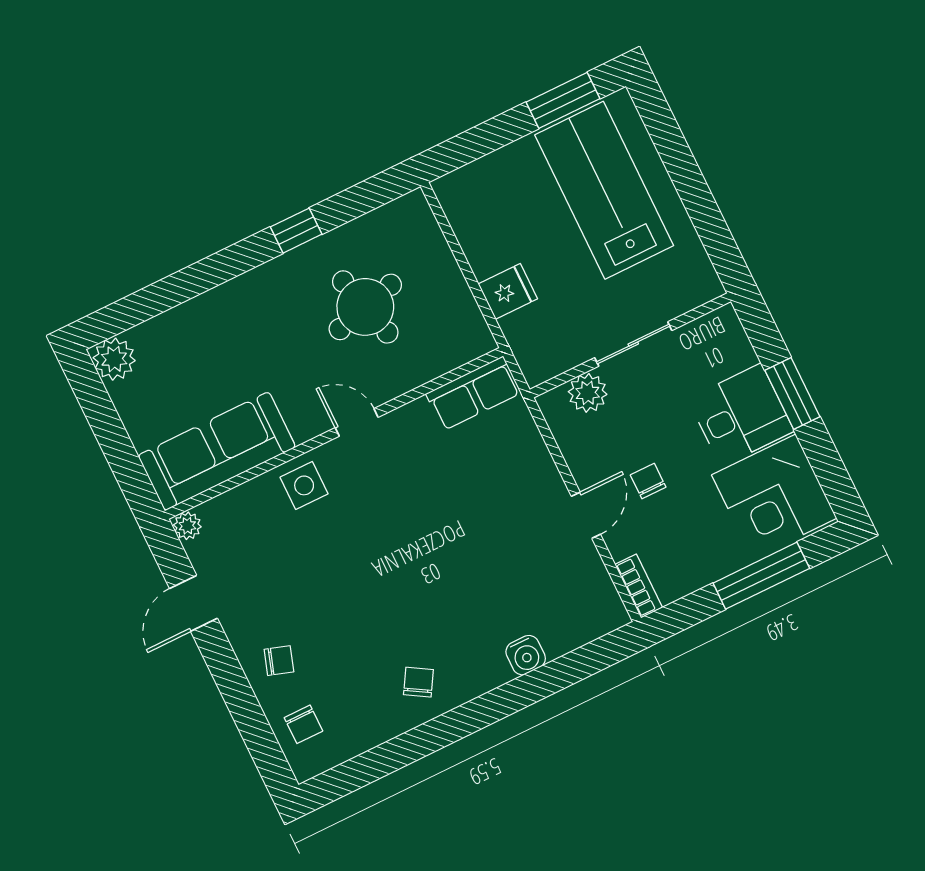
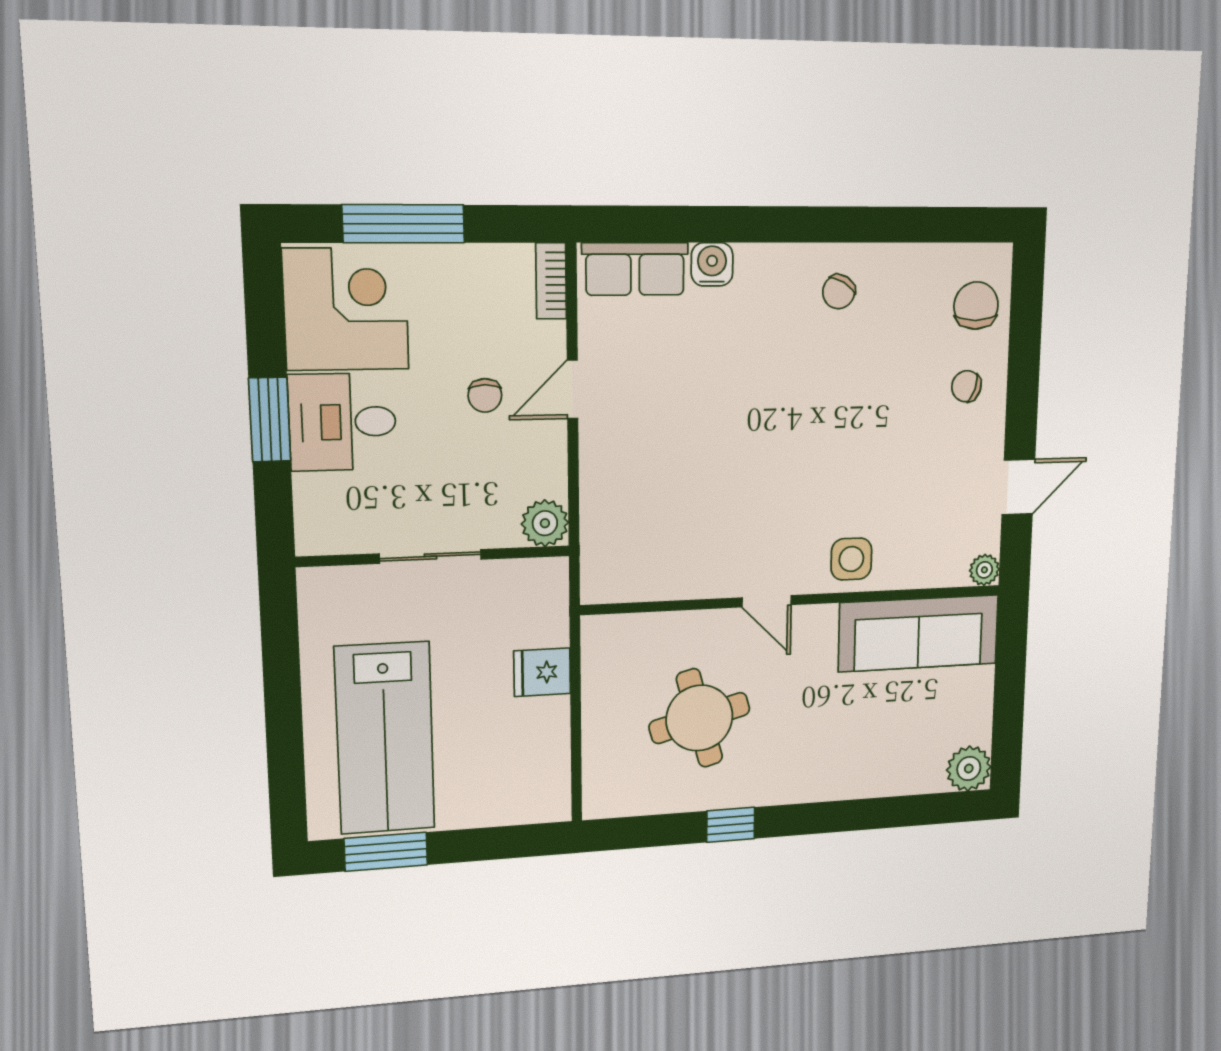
row of seats: (473, 393) -> (635, 269), moved, turned 180
plant: (588, 393) -> (545, 523), moved
chair: (303, 724) -> (976, 306), width x1.37, depth x1.37

